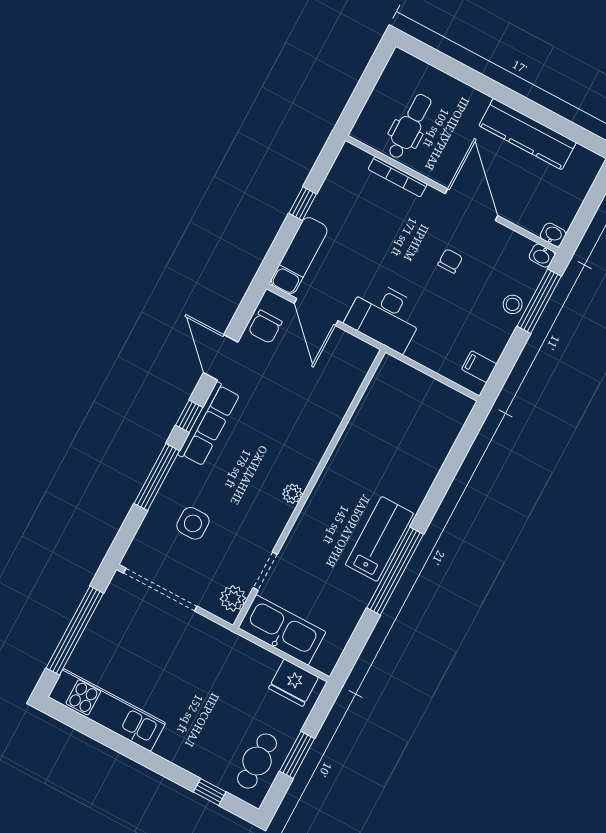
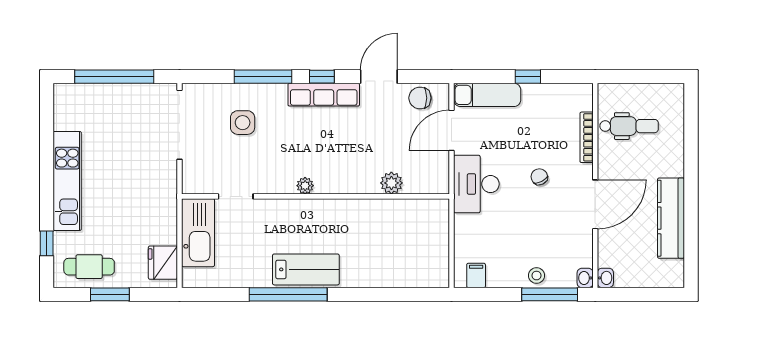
chair: (450, 261) -> (539, 177), moved, turned -116
plant: (233, 598) -> (391, 183), moved
kitchen unit: (107, 710) -> (67, 181), moved

